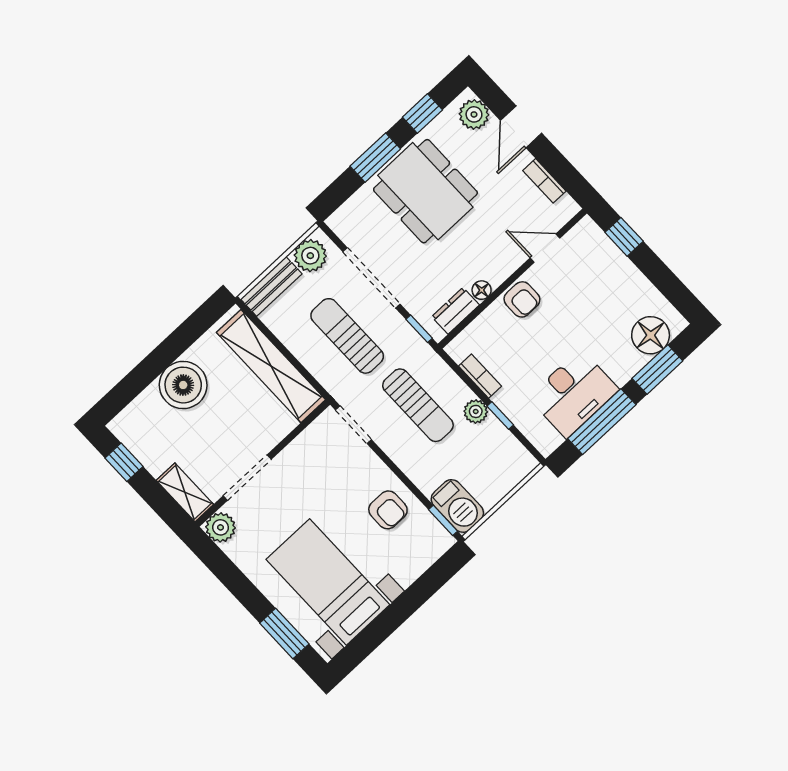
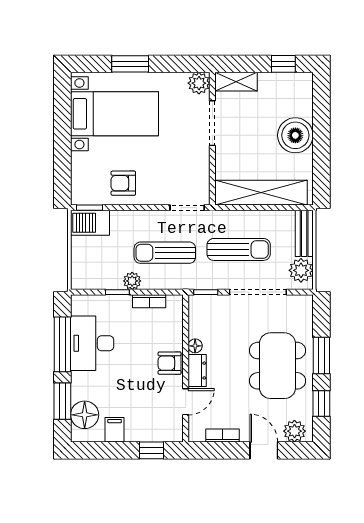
dining table: (425, 191) -> (277, 366), turned 90
filing cabinet: (638, 292) -> (115, 430), added
dresser: (455, 311) -> (197, 371), moved
window: (284, 633) -> (130, 64), moved

